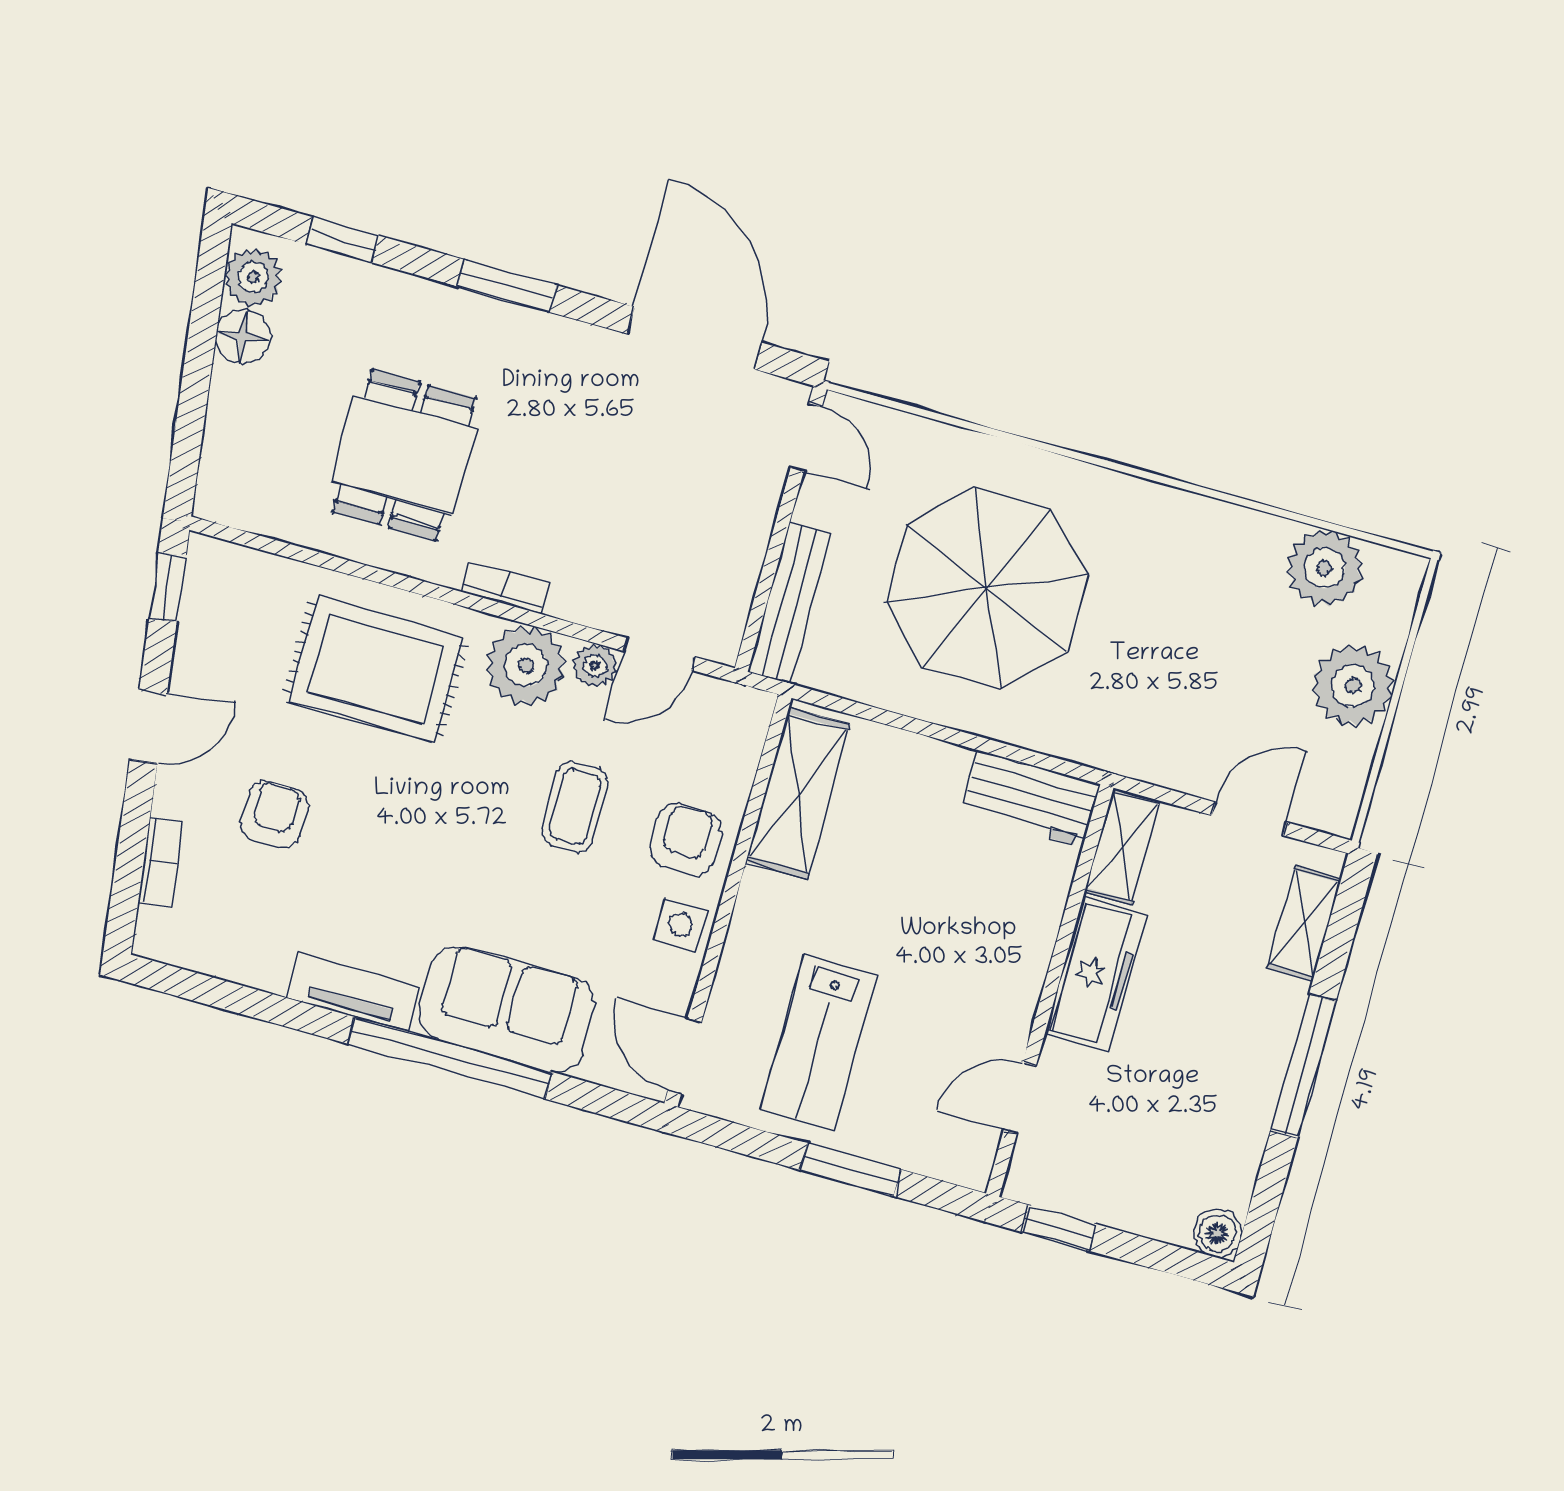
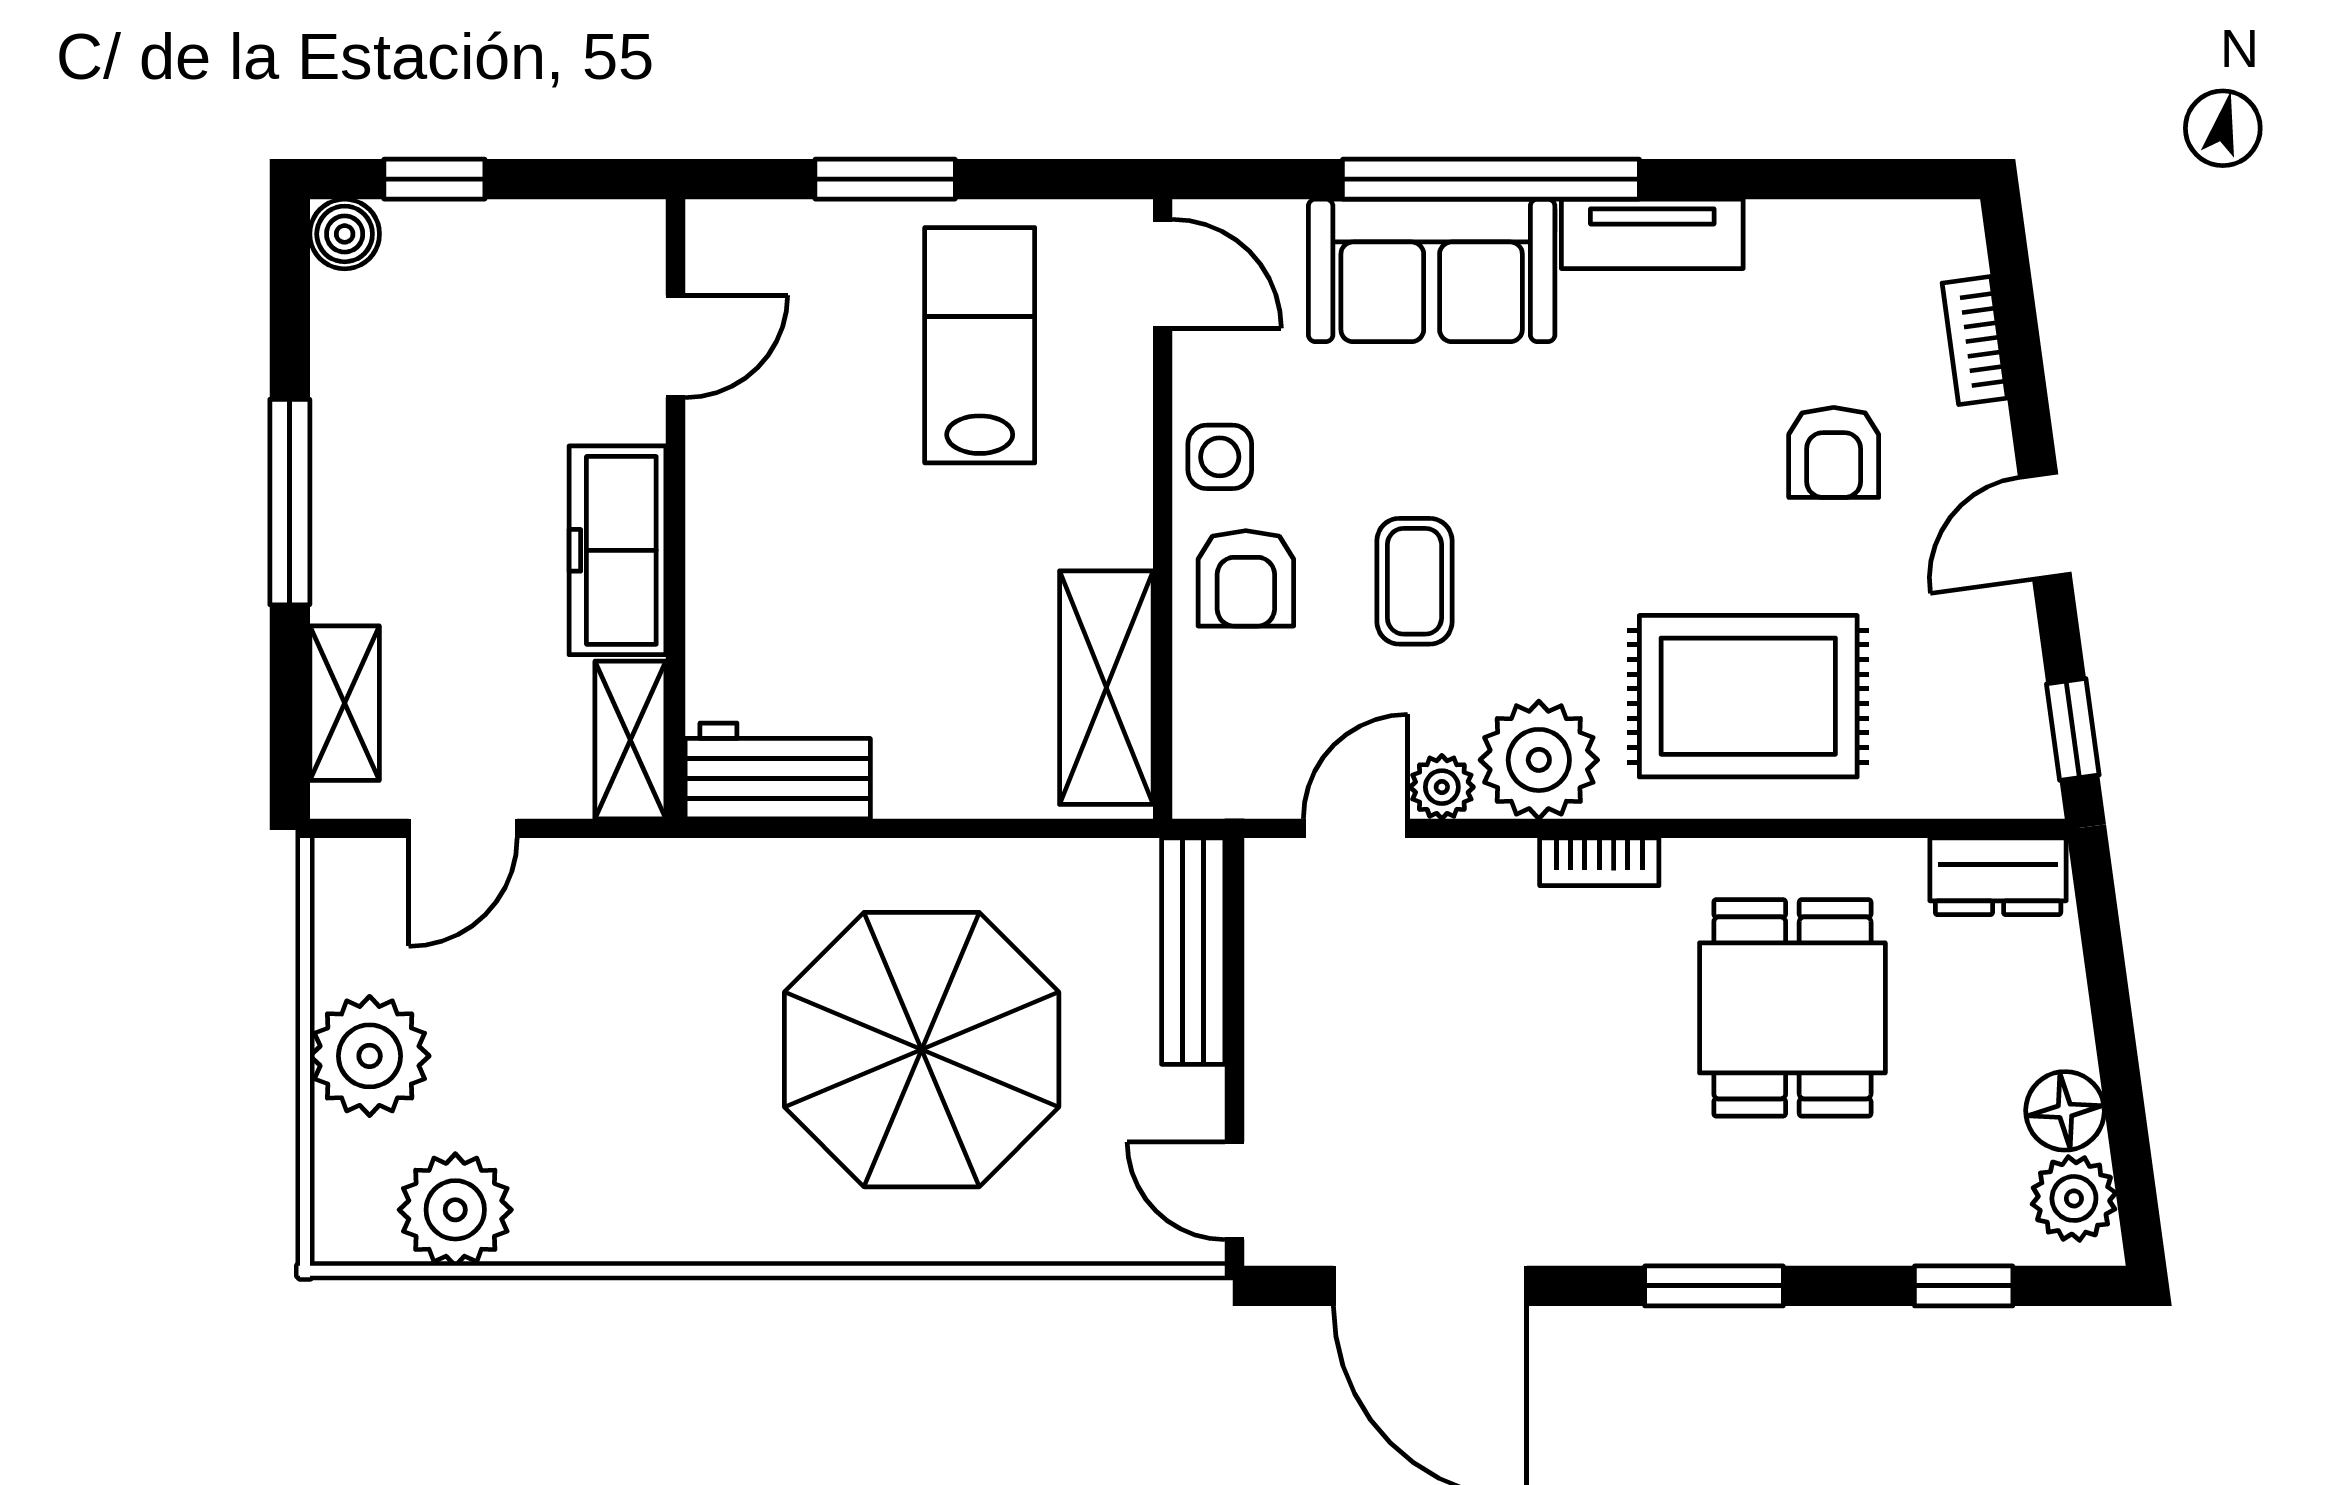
dresser: (244, 504) -> (1998, 876), added
window: (1059, 1228) -> (434, 179), moved

